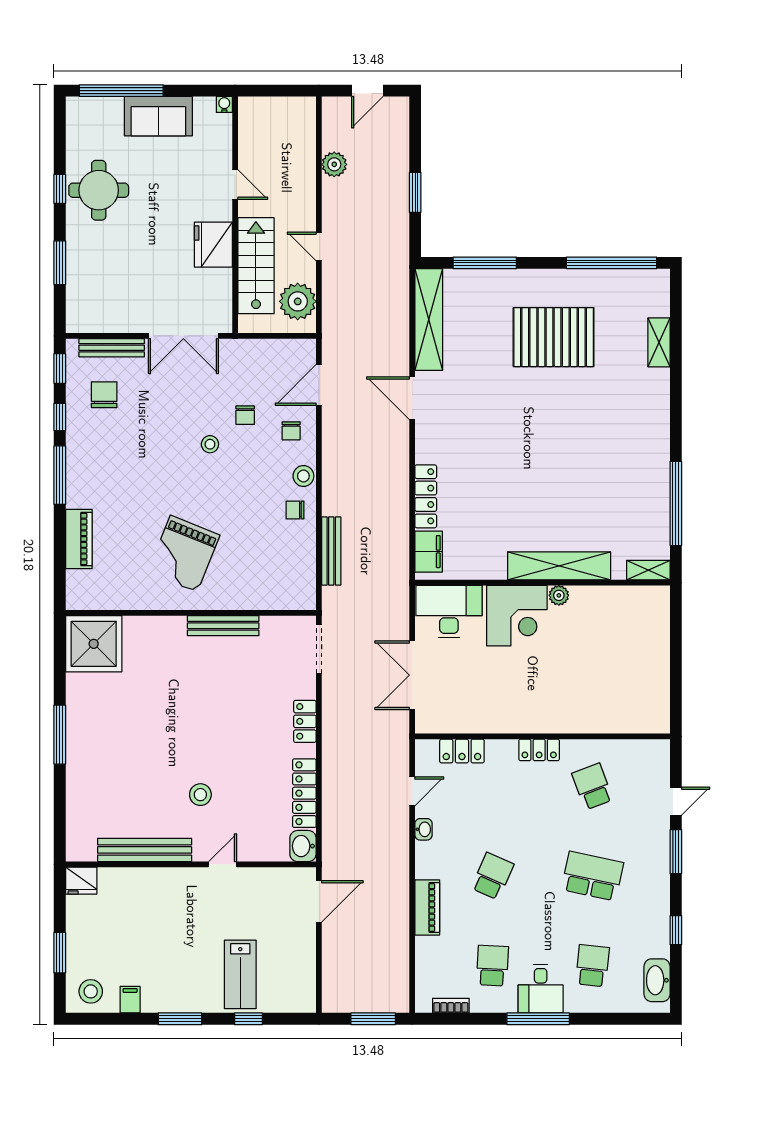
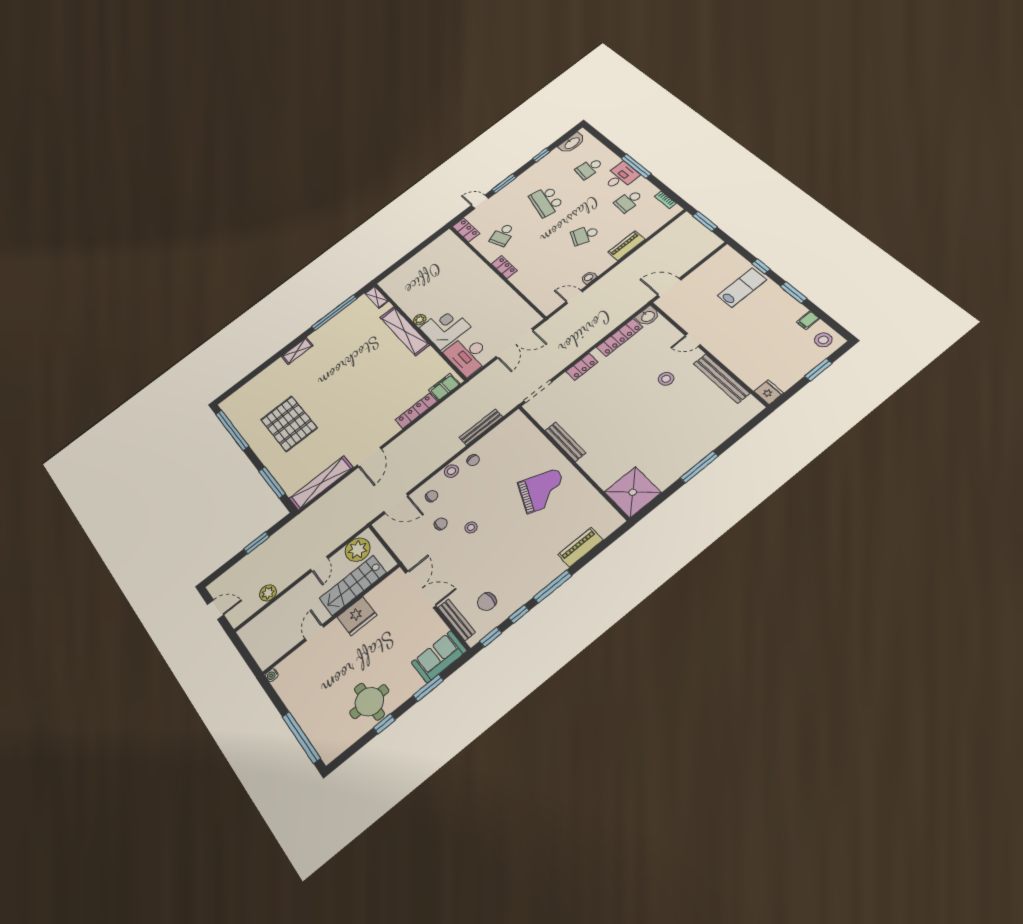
sofa: (158, 116) -> (439, 657), moved, turned -90
shelving: (659, 342) -> (297, 351), moved
locker: (462, 751) -> (466, 230), moved

